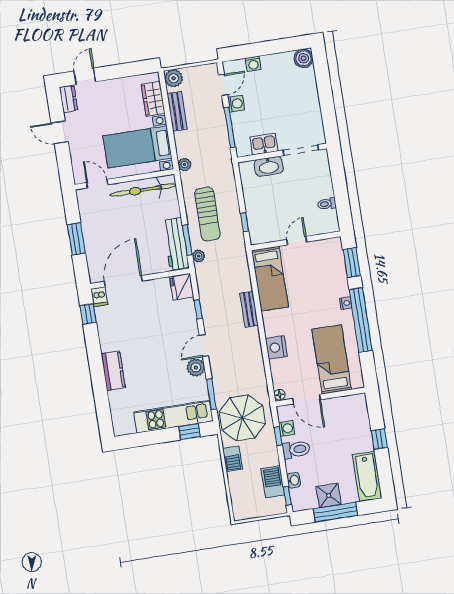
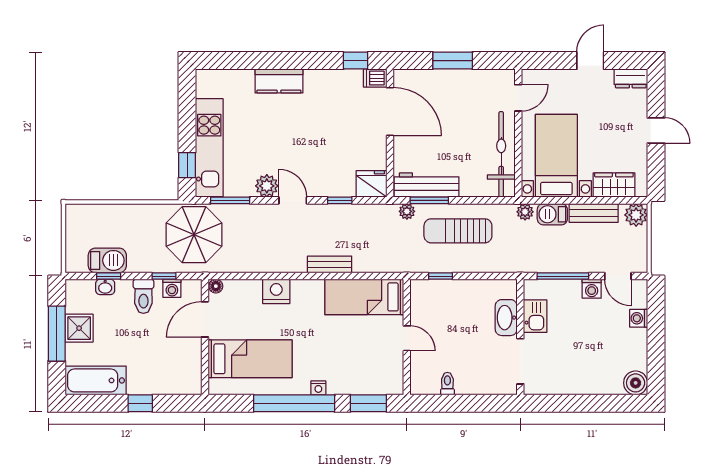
door: (85, 76) -> (656, 130), moved
barbecue: (233, 459) -> (552, 214), moved
window: (287, 496) -> (109, 276), moved

